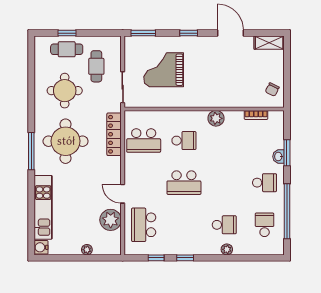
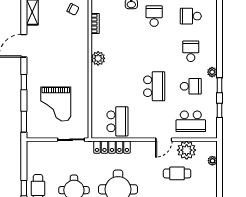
cafe table: (96, 66) -> (177, 173), moved
school desk: (184, 141) -> (191, 86), moved, turned 90
plant: (227, 249) -> (212, 72), moved
plant: (87, 250) -> (212, 161), moved

